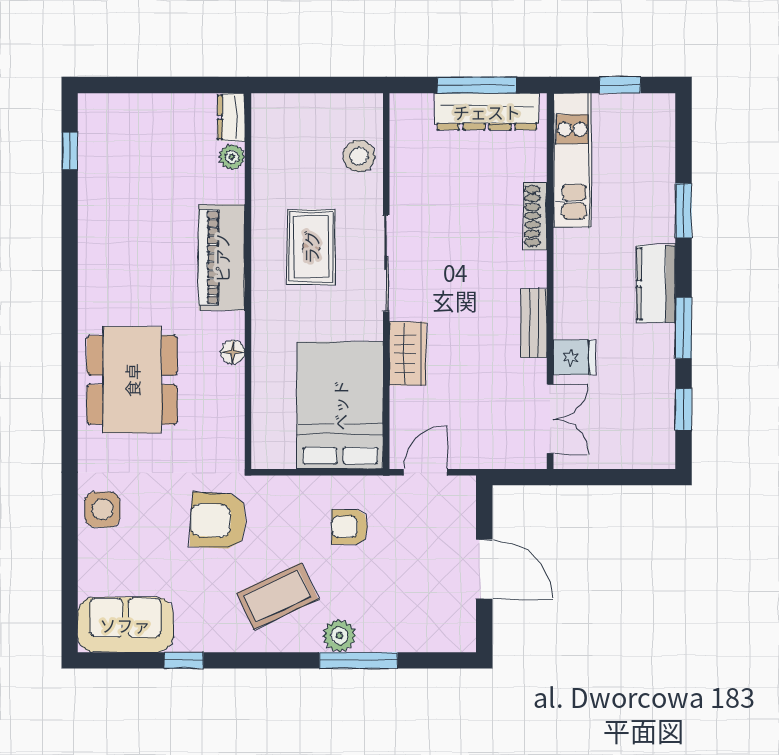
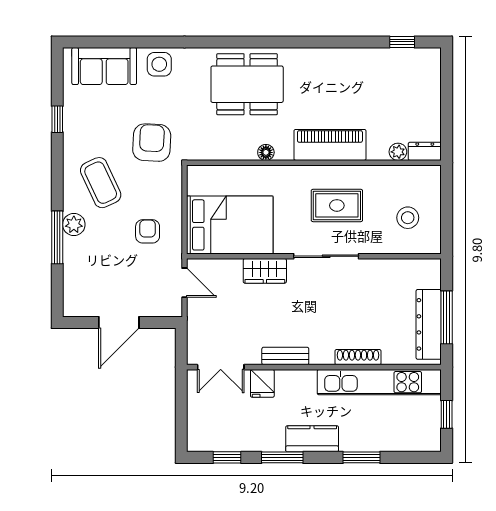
stool: (359, 156) -> (408, 218), moved
kitchen unit: (572, 160) -> (379, 382), width x1.36
sofa: (125, 625) -> (104, 66), moved, turned 90

